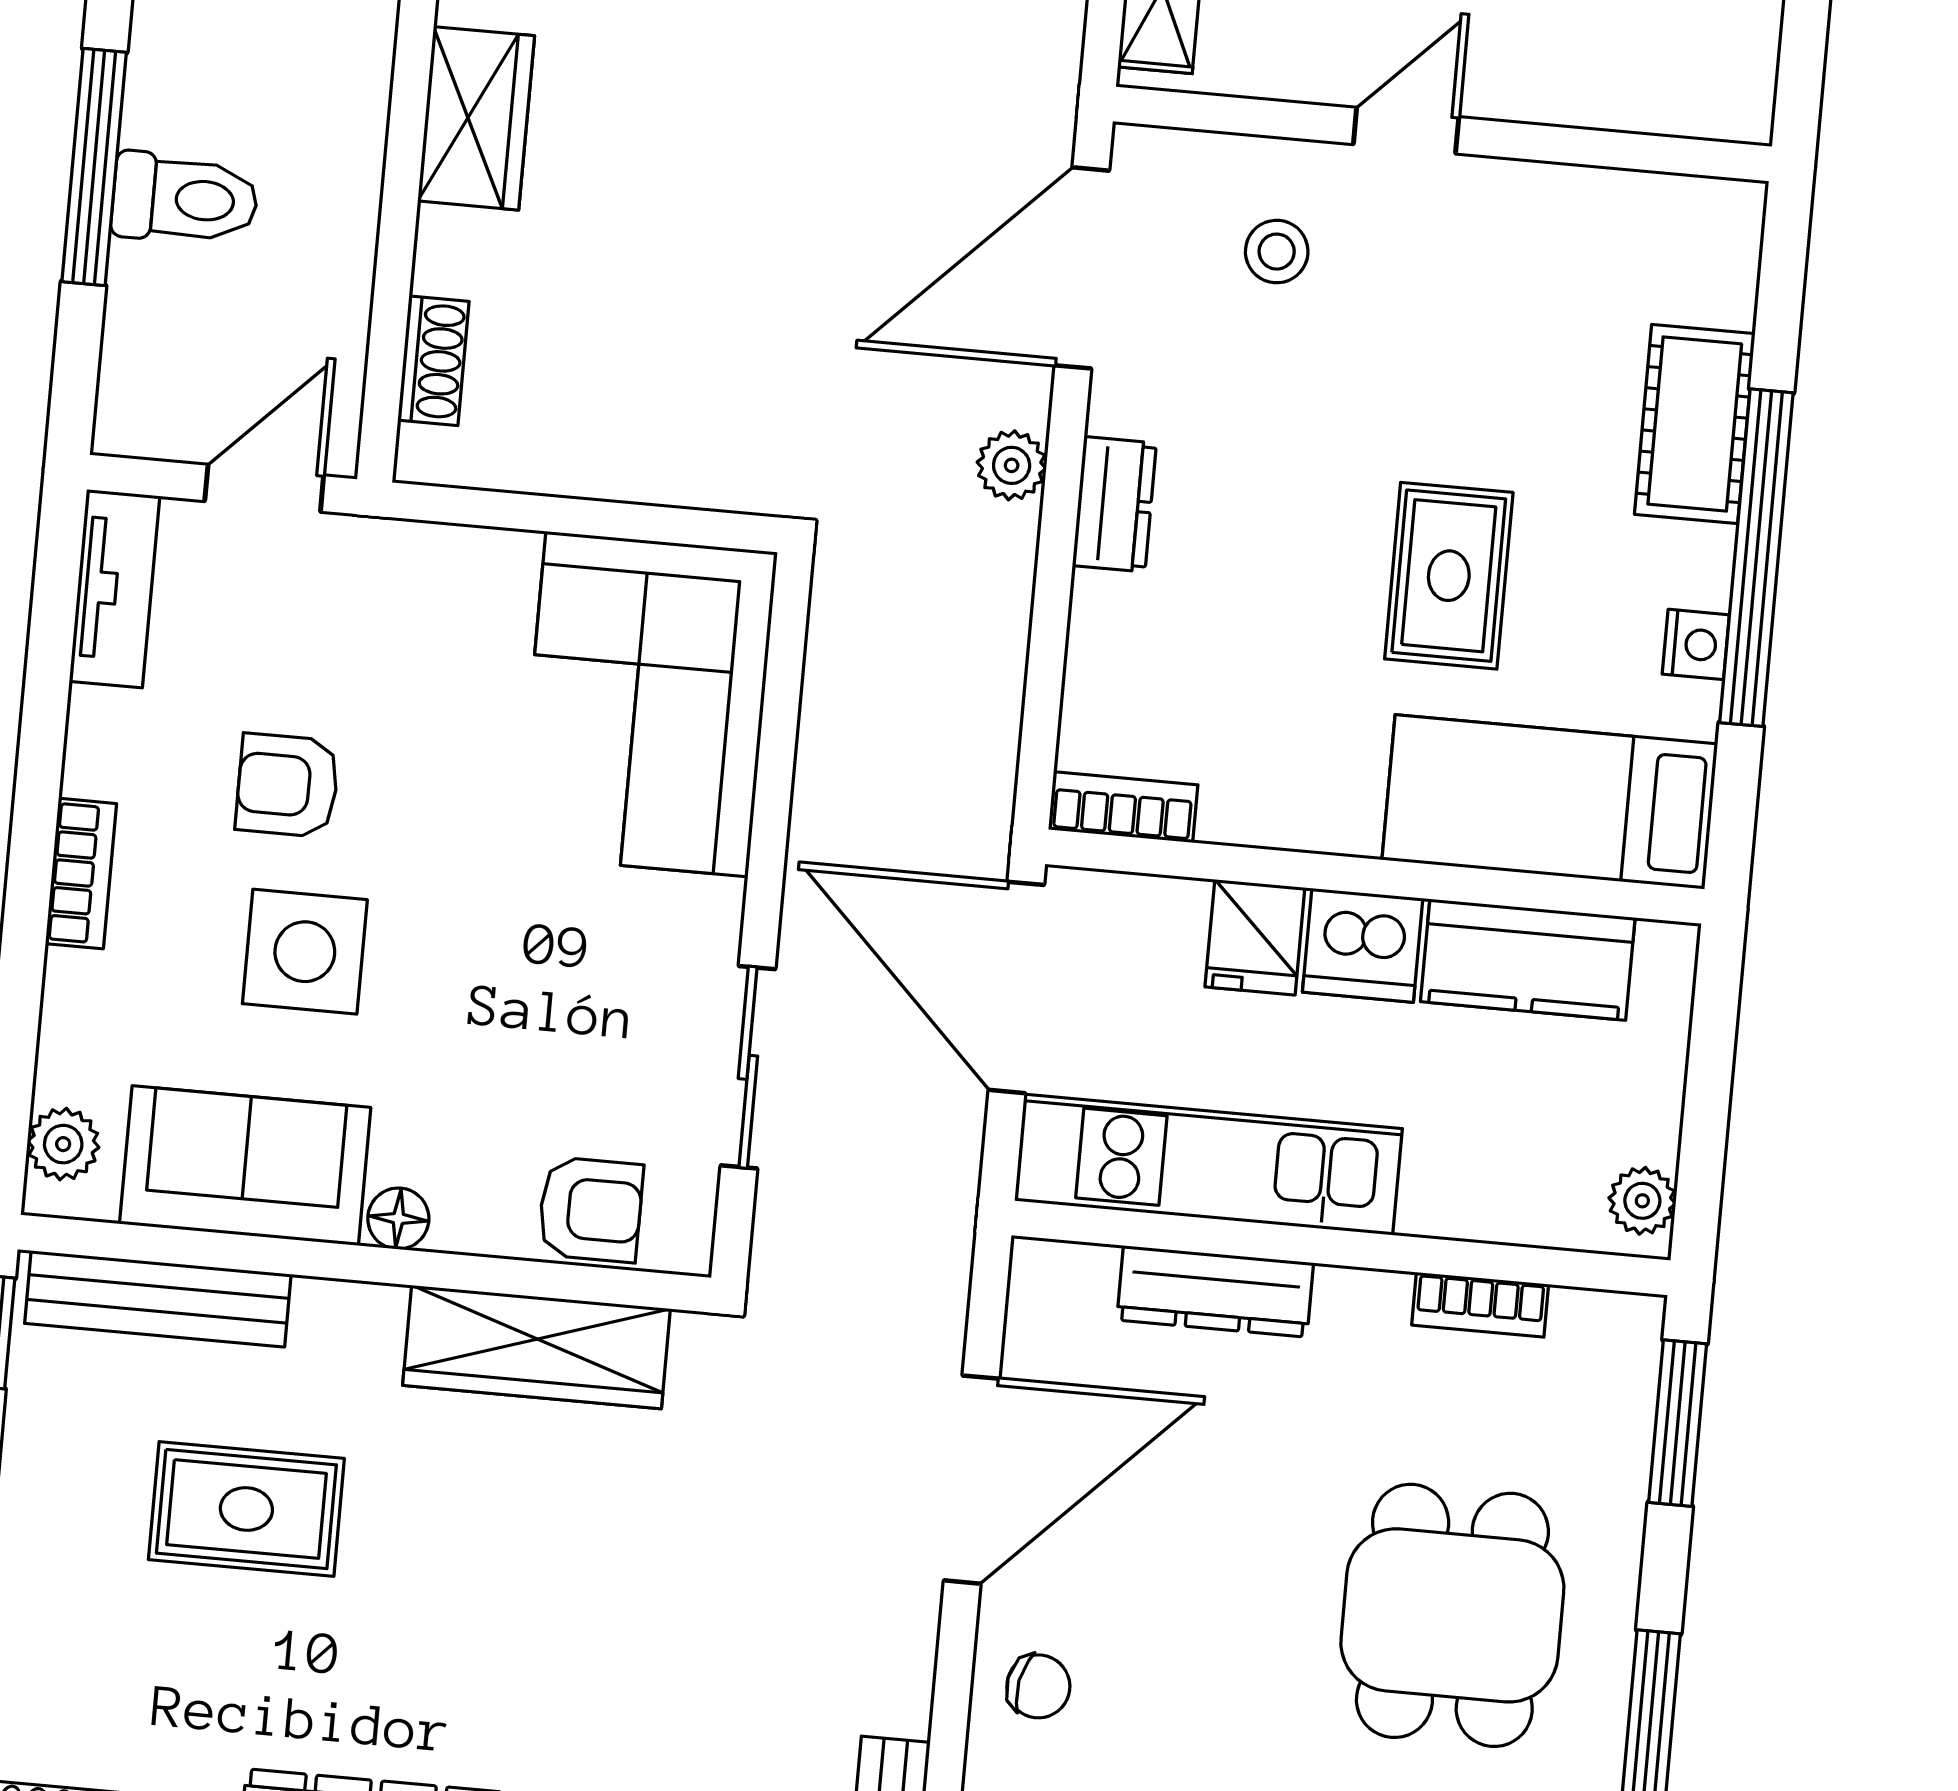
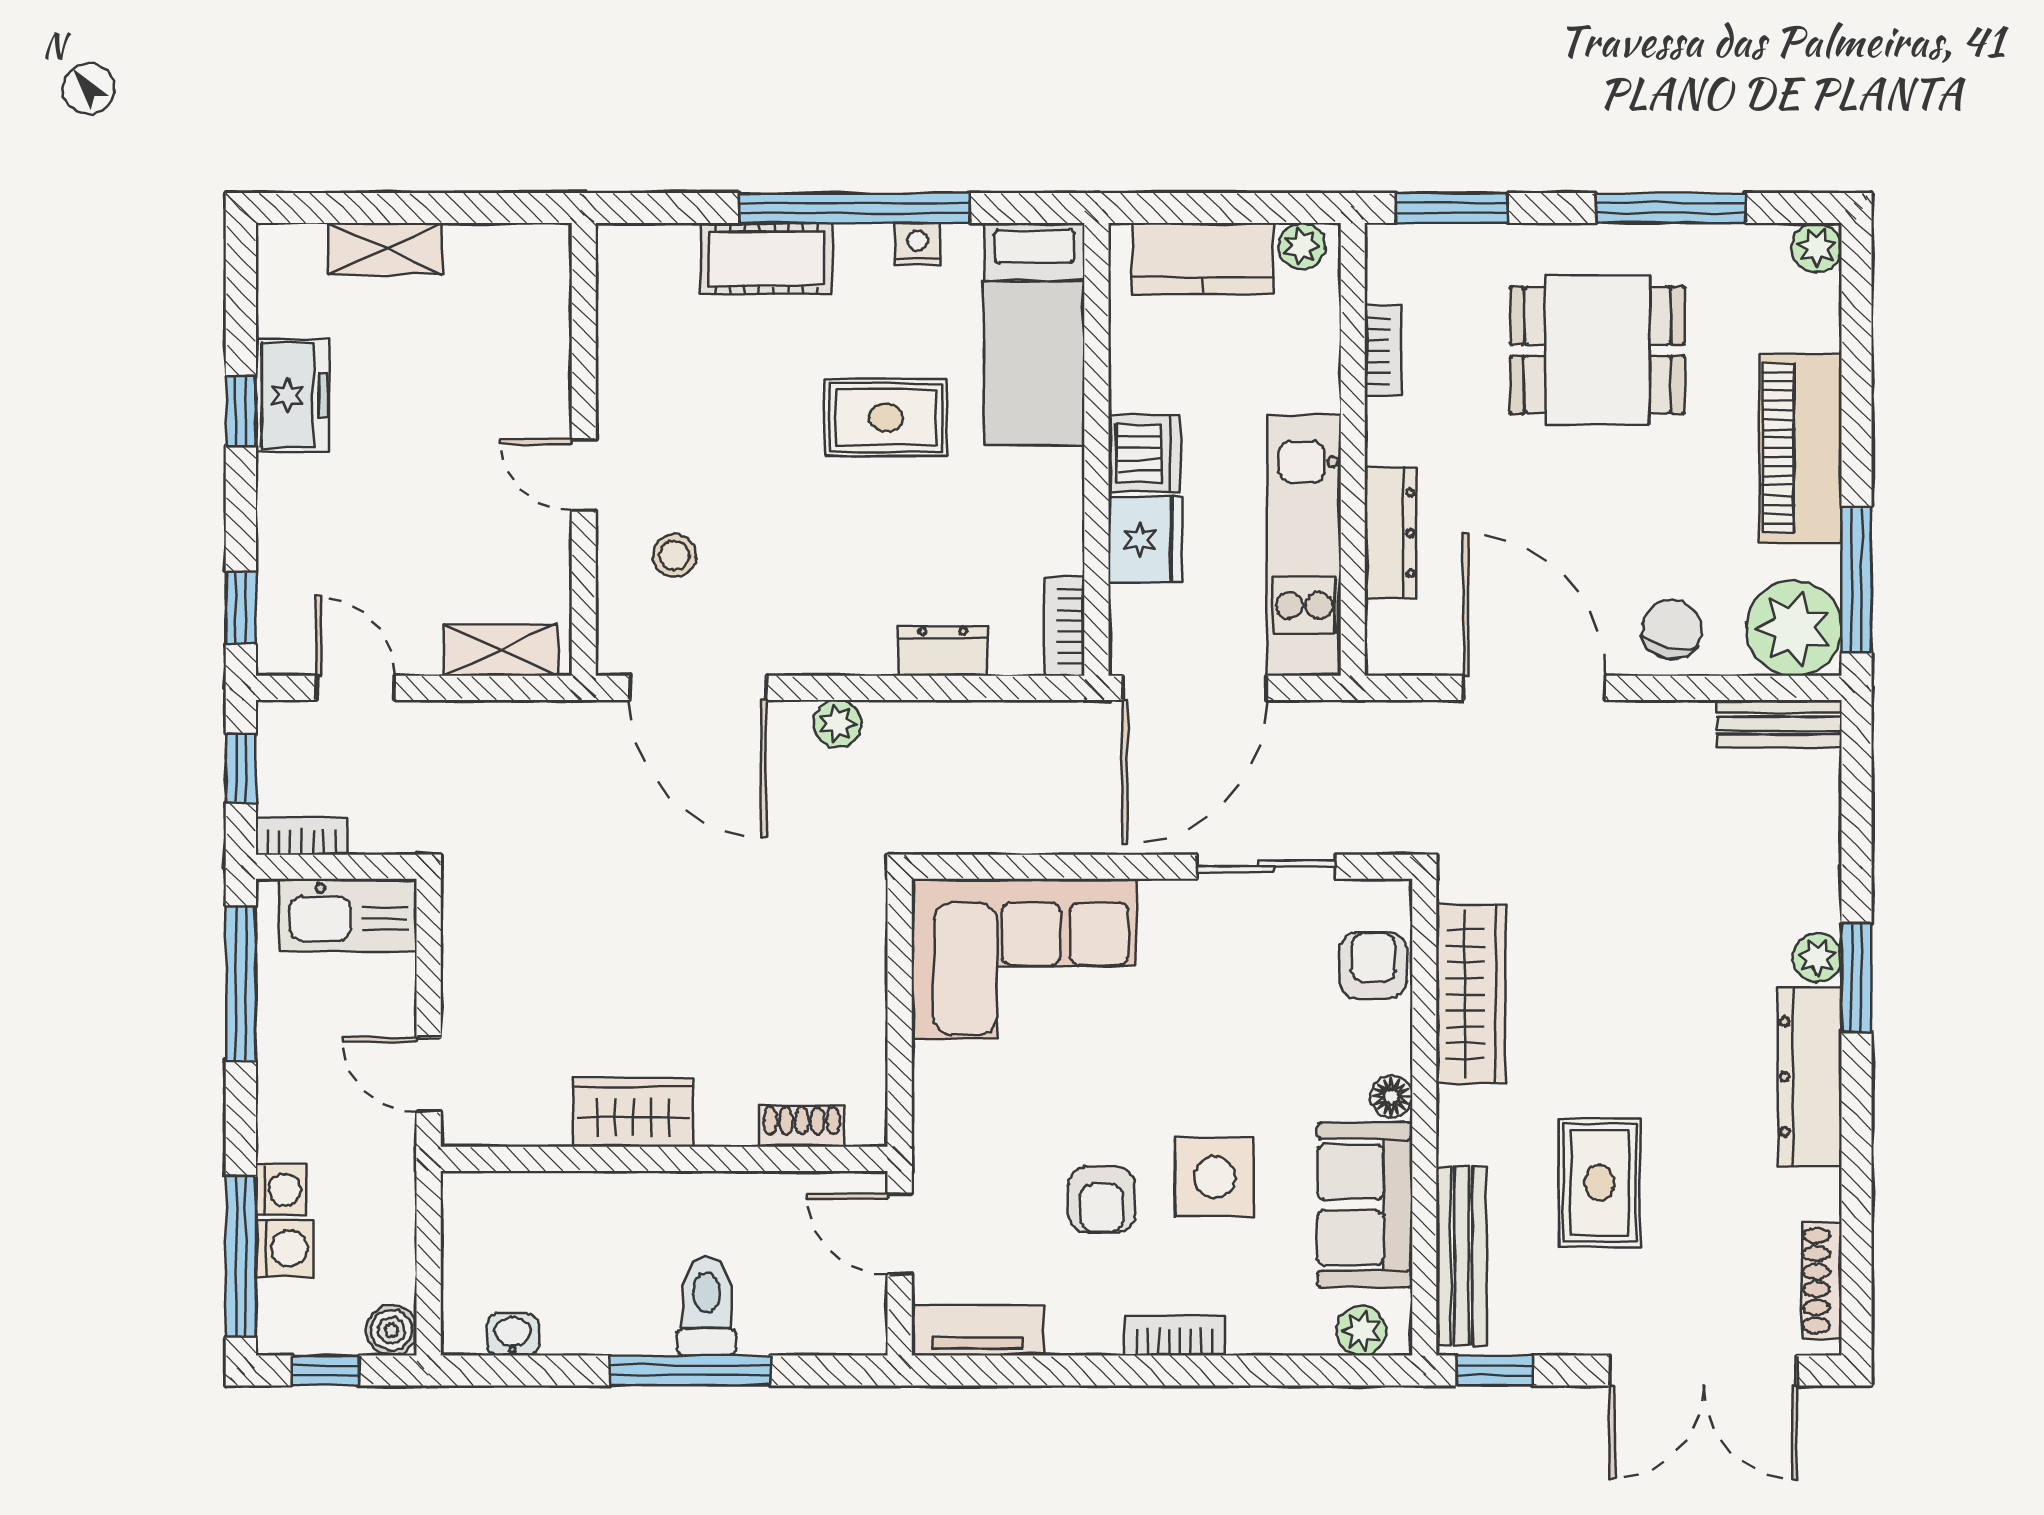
dresser: (1114, 504) -> (943, 651), moved
fridge: (1255, 937) -> (1145, 540), width x1.38
kitchen counter: (1528, 960) -> (1203, 258), moved, turned 90
chair: (1038, 1686) -> (1672, 629), width x1.37, depth x1.37

